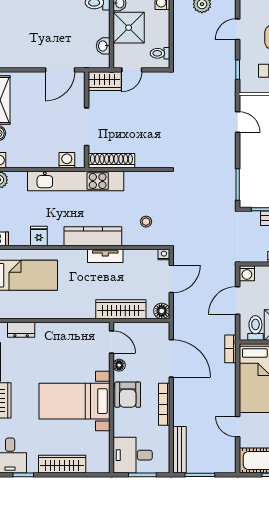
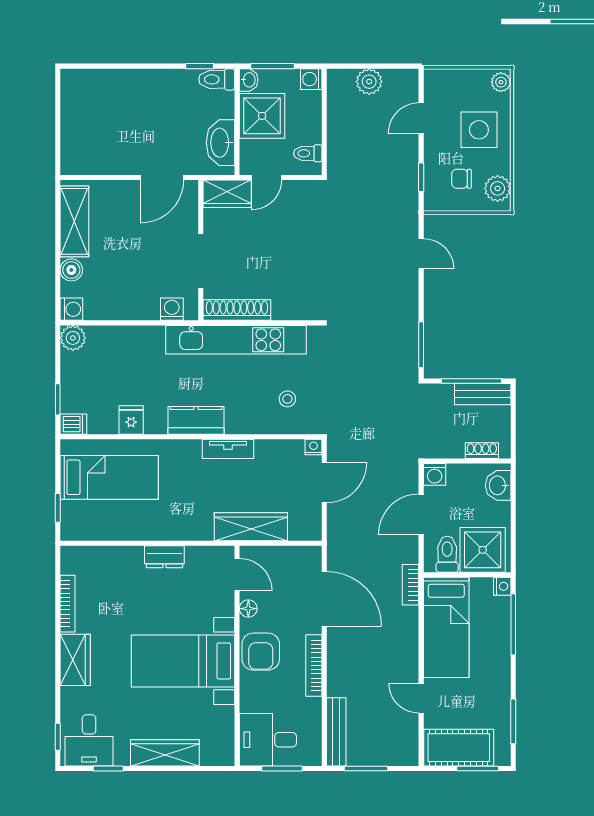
washbasin: (103, 46) -> (221, 143), width x1.91, depth x1.45
kitchen unit: (76, 181) -> (236, 340), moved
kitchen counter: (93, 236) -> (196, 420), width x0.67
floor lamp: (162, 311) -> (310, 529), removed
dresser: (21, 330) -> (164, 557), moved

